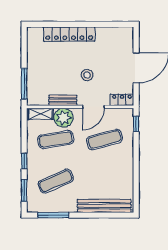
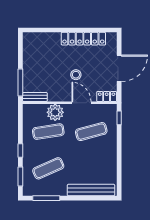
locker: (69, 34) -> (83, 39), moved
bench: (63, 100) -> (35, 97), moved
door: (93, 107) -> (81, 103), swing flipped
shelving: (40, 114) -> (35, 109), removed

